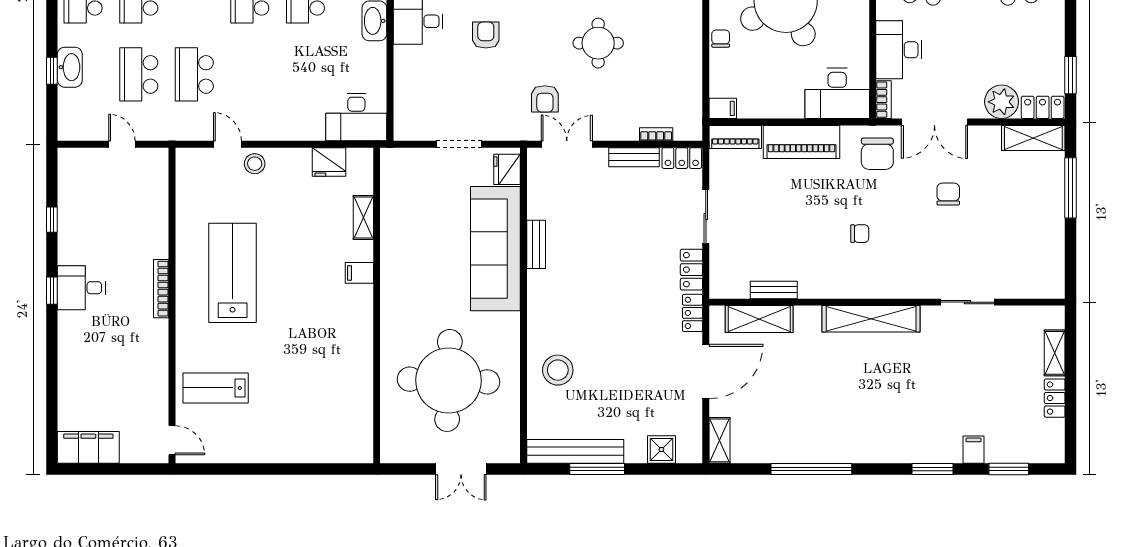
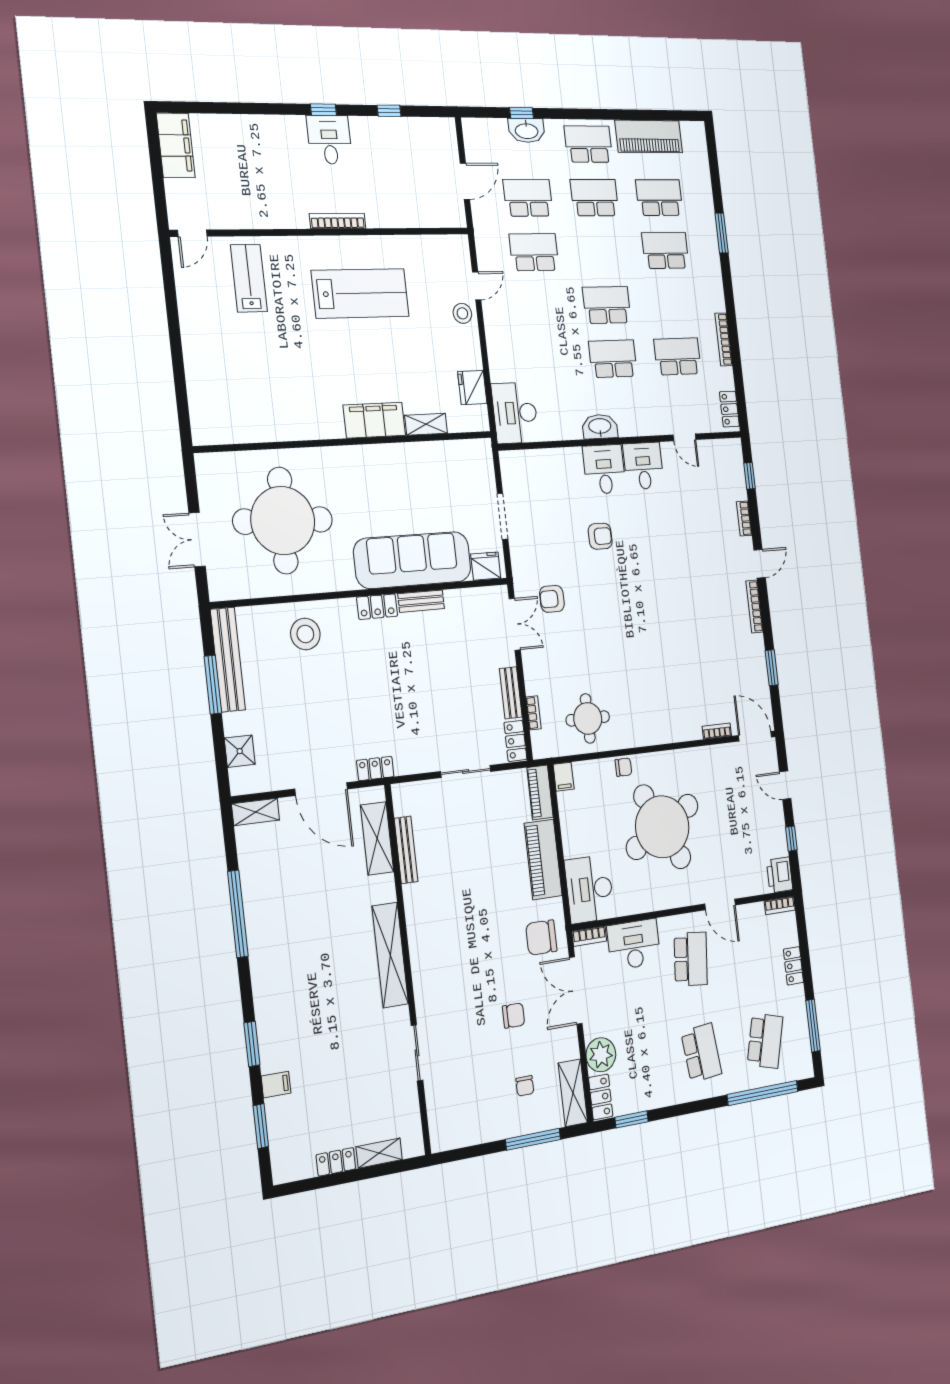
round table: (598, 43) -> (588, 718), moved
door: (122, 144) -> (465, 181), width x1.38
chair: (860, 234) -> (525, 1086), moved
locker: (691, 270) -> (377, 607), moved, turned 180
filing cabinet: (359, 273) -> (374, 420), width x3.00, depth x1.17
bench: (774, 290) -> (406, 850), width x1.36

